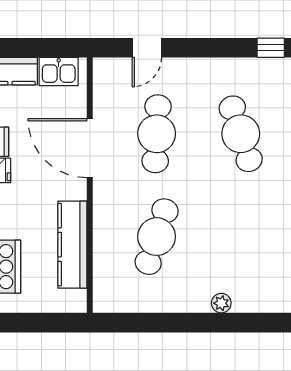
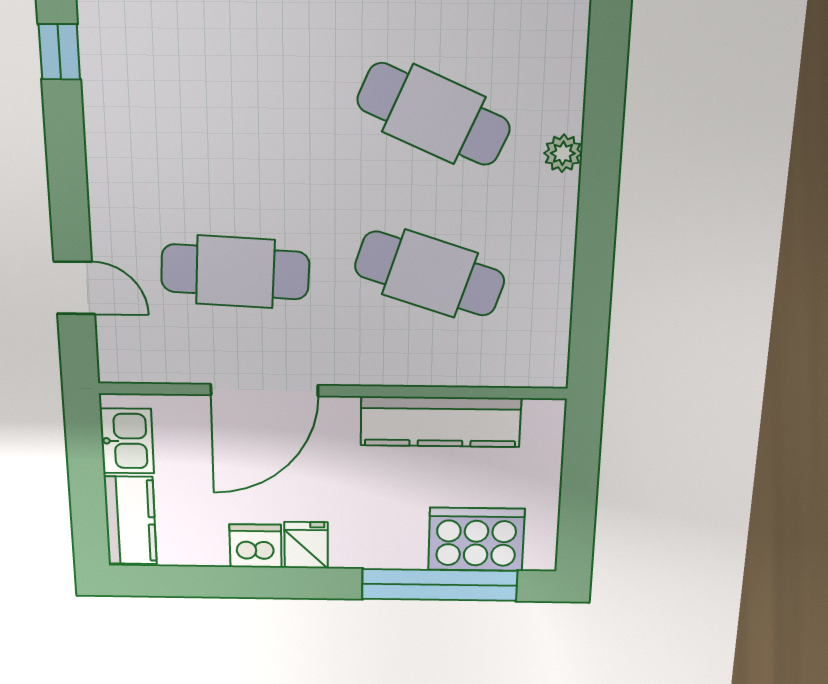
cafe table: (241, 134) -> (434, 114), moved, turned 42

